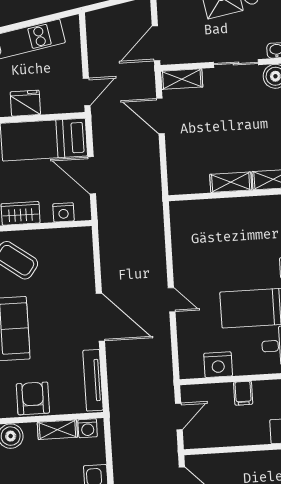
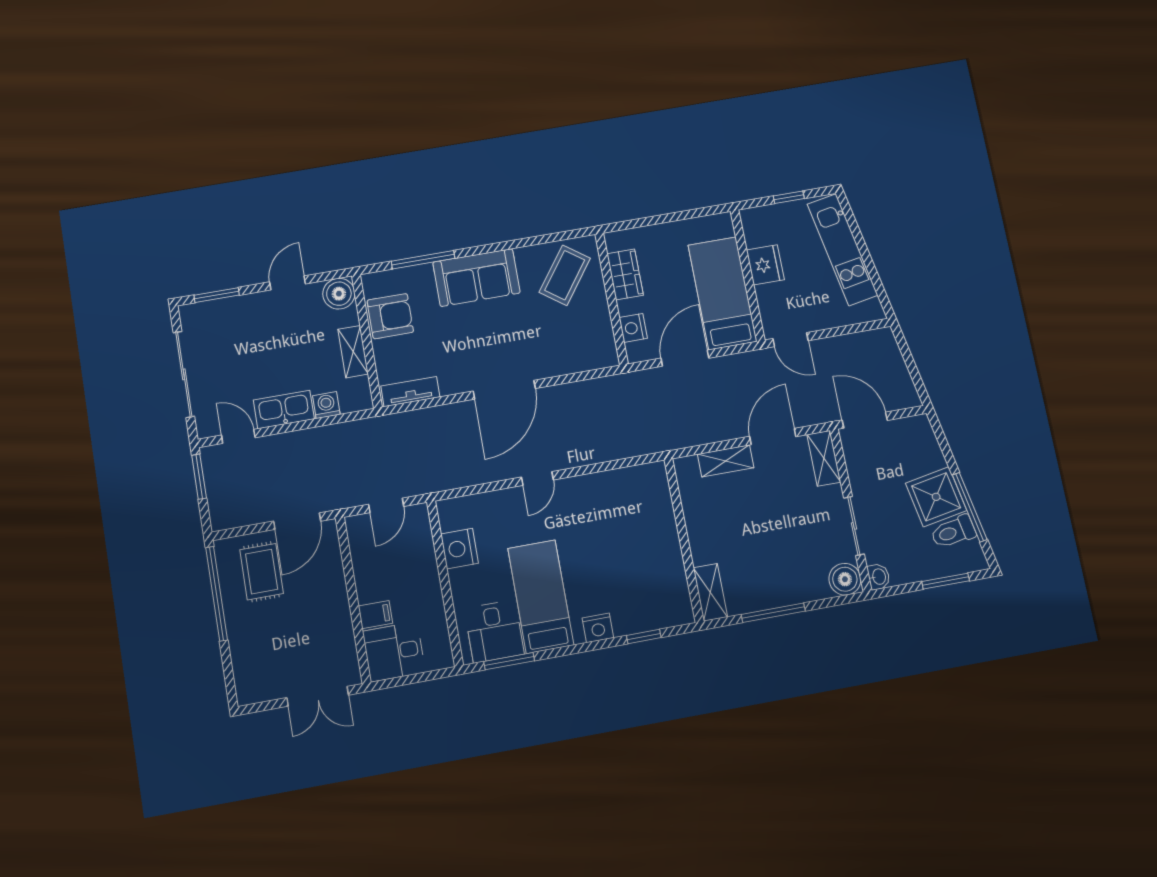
shelving: (231, 182) -> (726, 461), moved, turned 90
tv unit: (93, 380) -> (410, 392), width x0.71
filing cabinet: (243, 393) -> (375, 615), moved, turned 180
door: (179, 416) -> (386, 505), hinge flipped
washing machine: (88, 428) -> (326, 405), moved, turned 90

